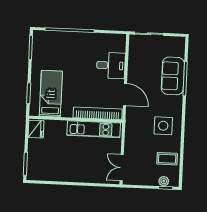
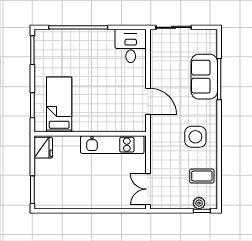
desk: (111, 65) -> (131, 46), moved, turned -90
bookcase: (98, 113) -> (116, 126), removed

